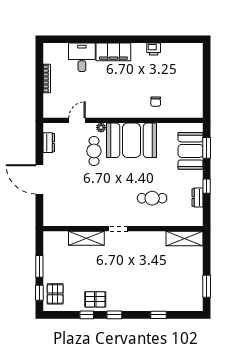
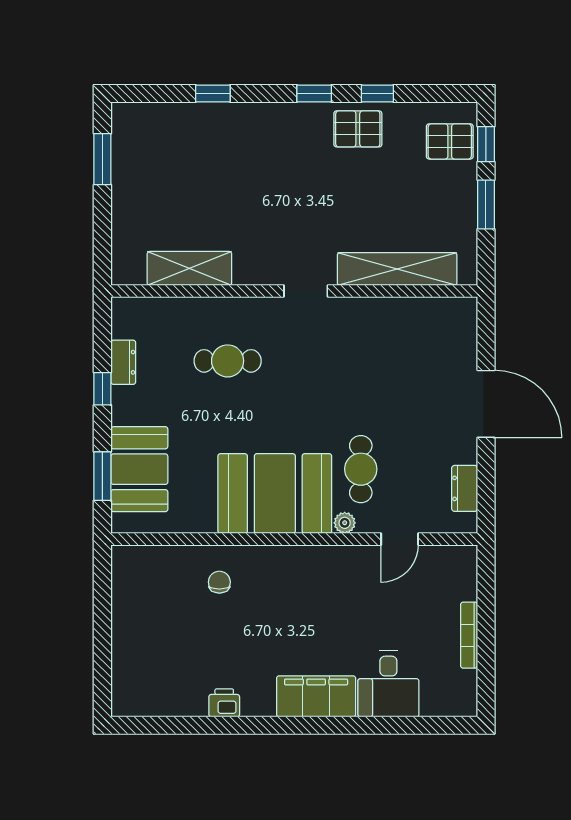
shelving: (86, 238) -> (397, 269), width x1.47
shelving: (185, 239) -> (189, 268), moved
pallet: (55, 294) -> (450, 141), turned 90

